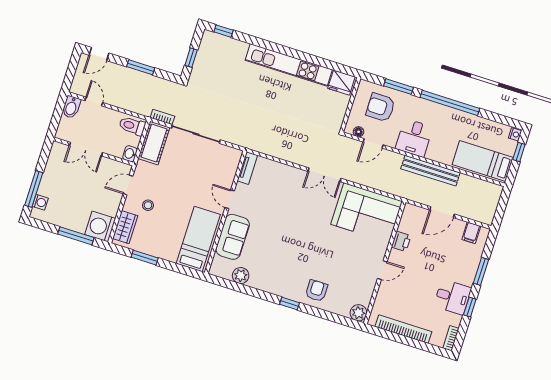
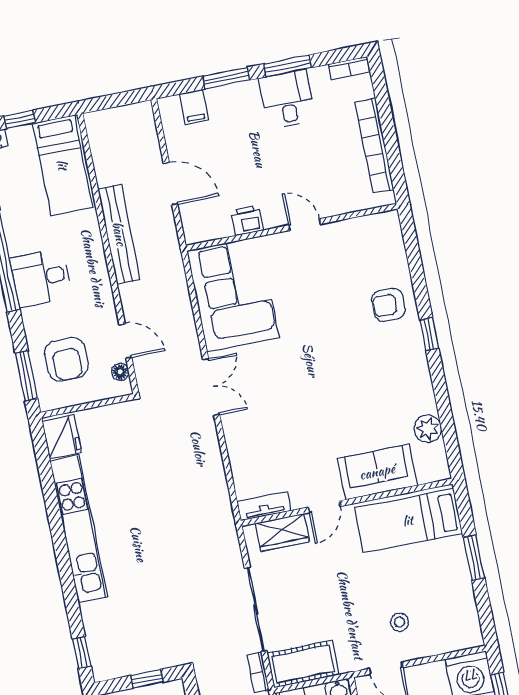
window: (398, 87) -> (26, 376), moved
desk: (414, 138) -> (41, 278), moved, turned 180
wardrobe: (125, 227) -> (282, 532), moved, turned 180
filing cabinet: (471, 233) -> (194, 107), moved, turned 90
window: (145, 258) -> (474, 557), moved
window: (470, 307) -> (288, 66), width x1.50
plant: (358, 313) -> (387, 225), removed

